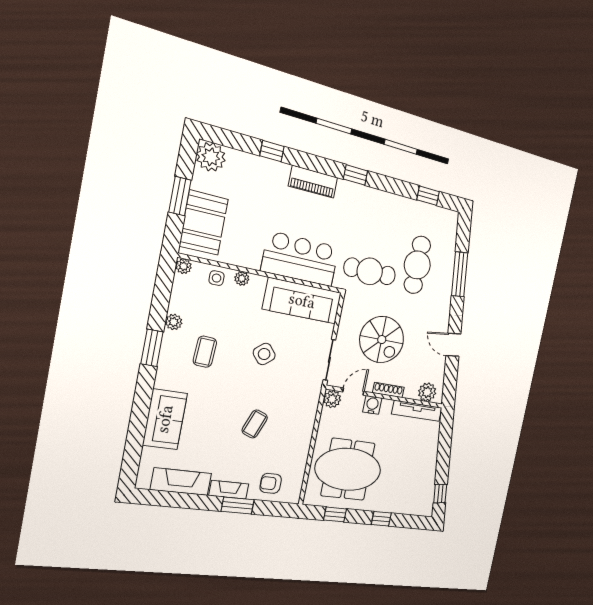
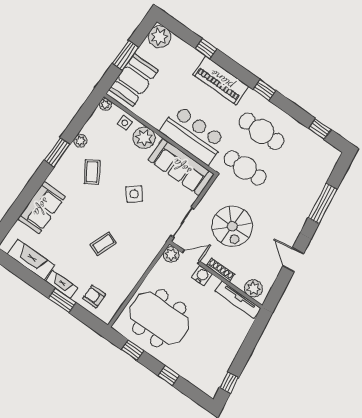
piano: (313, 182) -> (221, 80), width x1.37, depth x1.33
cafe table: (417, 265) -> (261, 131), moved, turned 90
plant: (242, 278) -> (144, 138), width x1.88, depth x1.88
coffee table: (205, 352) -> (92, 172), turned -35

